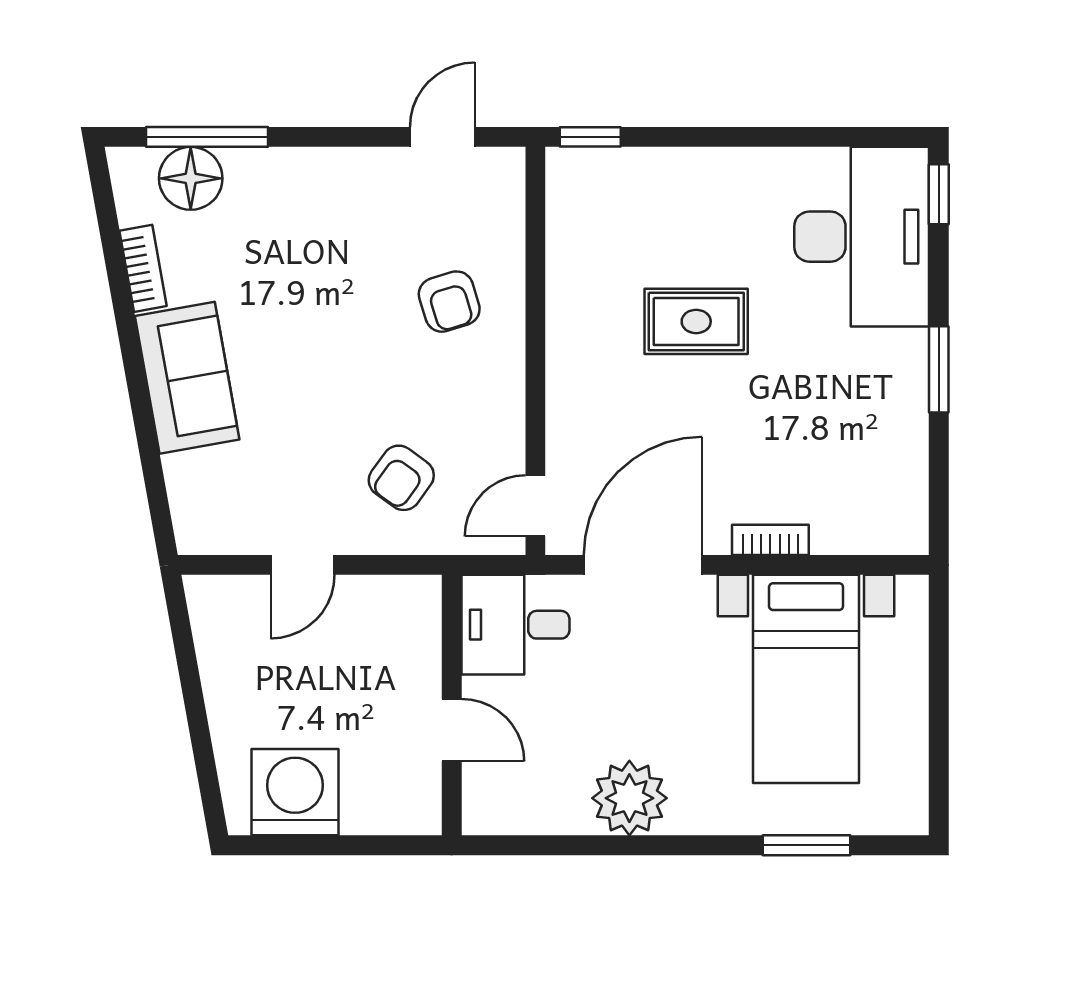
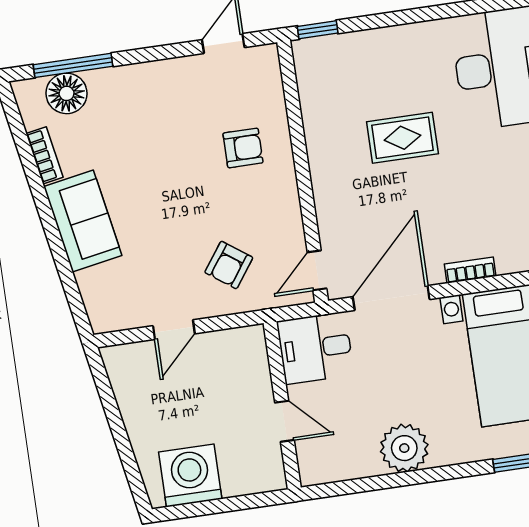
armchair: (449, 302) -> (243, 148), turned -73

